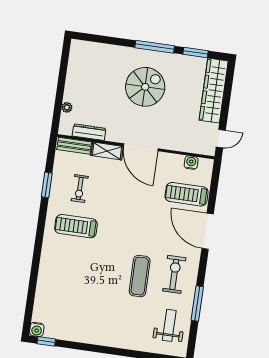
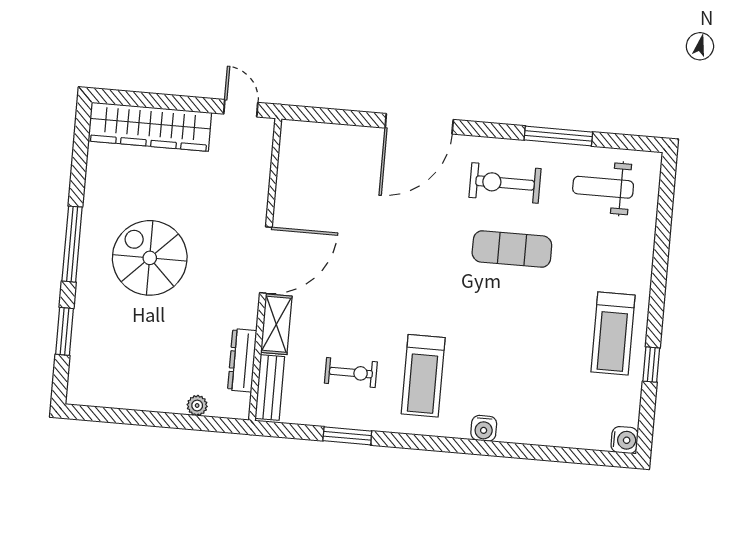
window: (195, 53) -> (64, 331), moved
water cooler: (191, 163) -> (484, 428), moved, turned -90
treadmill: (187, 194) -> (613, 334), moved
window: (46, 341) -> (651, 365), moved

